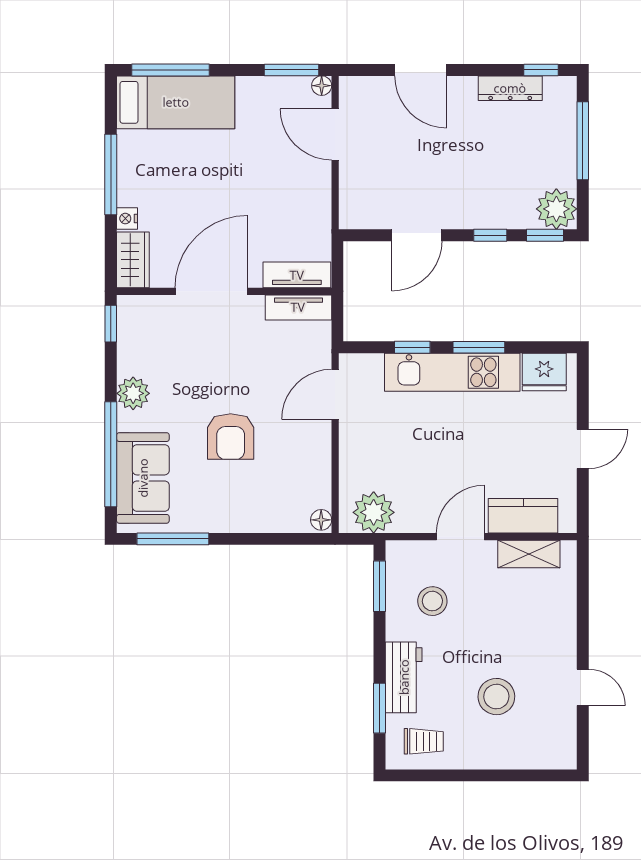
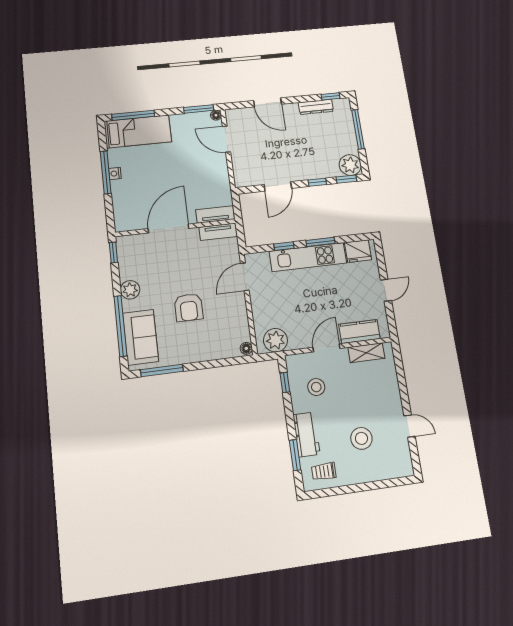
nightstand: (127, 219) -> (115, 174), moved
wardrobe: (133, 260) -> (123, 216), removed
window: (379, 586) -> (285, 382), width x0.67
trolley: (424, 741) -> (324, 471), turned 180

